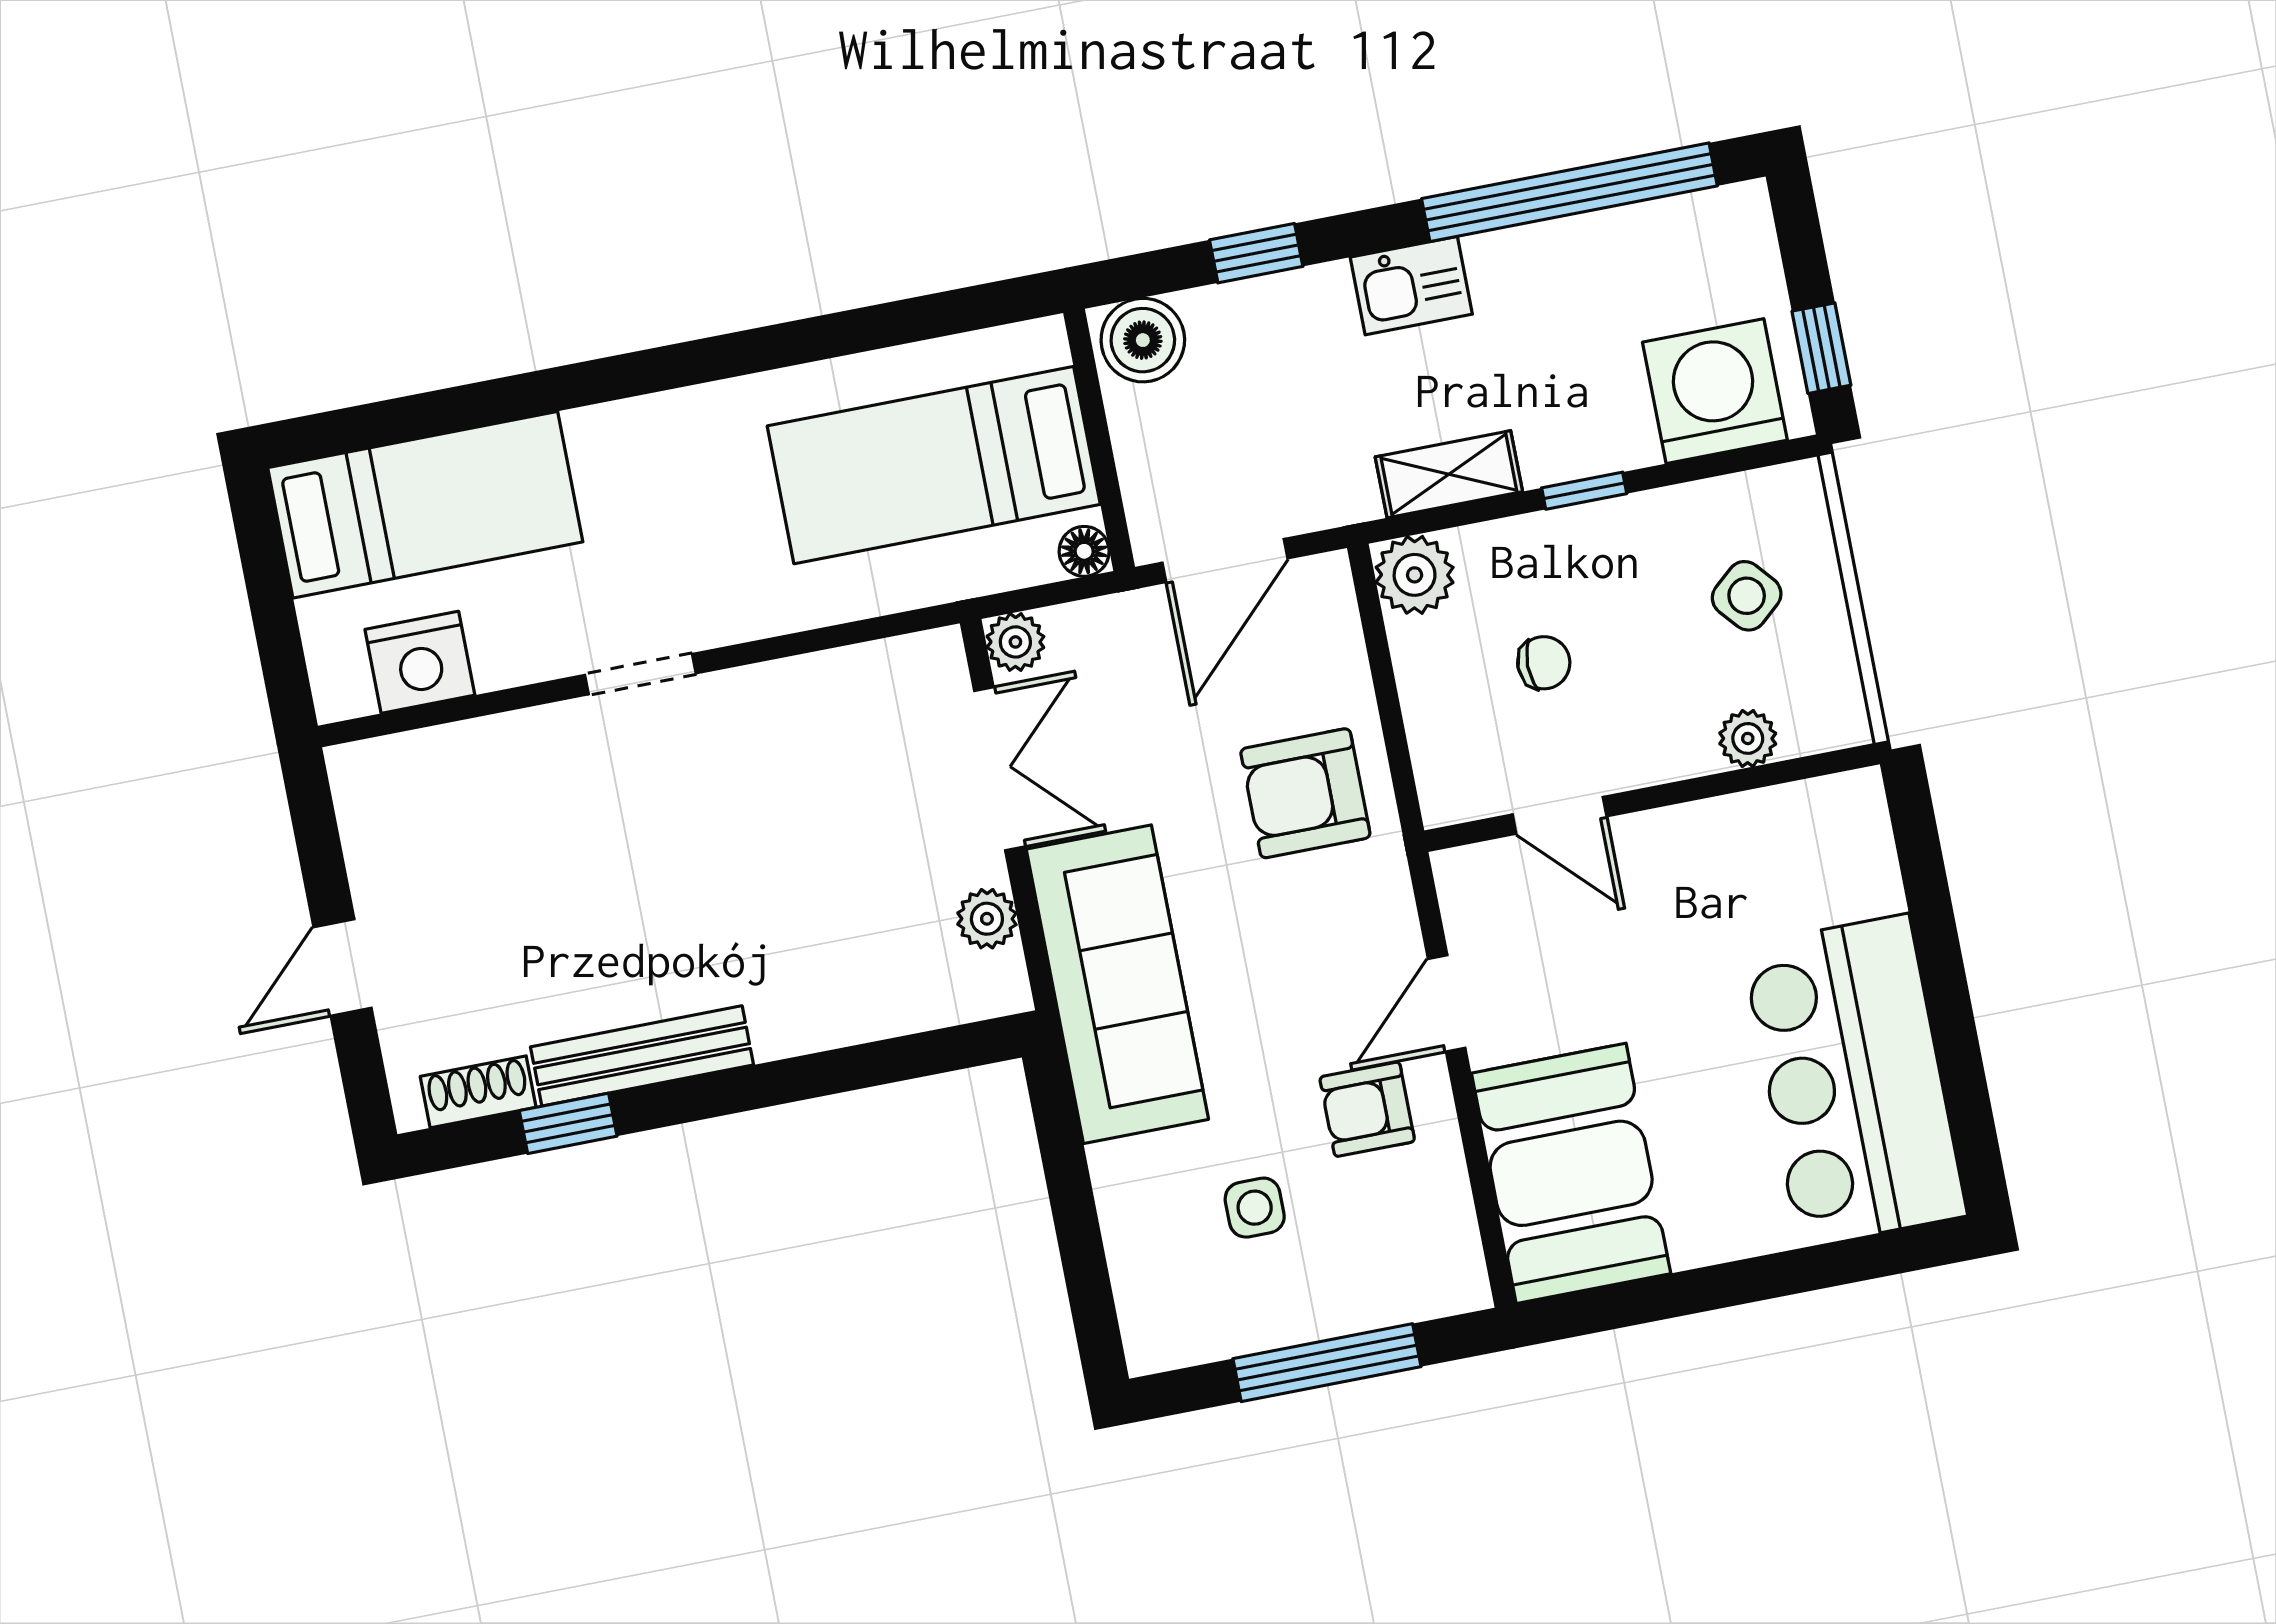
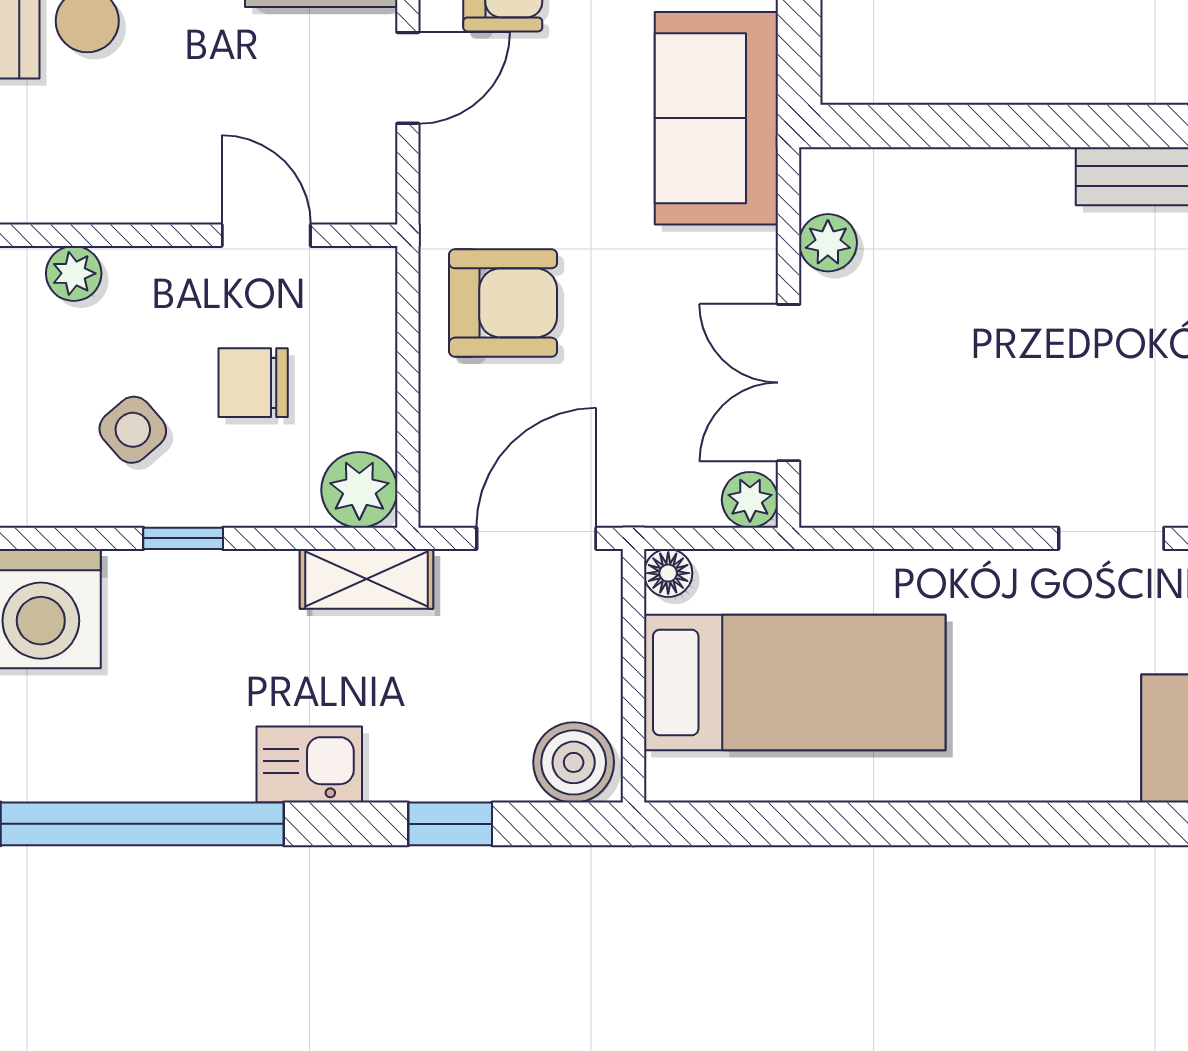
shelving: (1449, 474) -> (367, 579), moved
side table: (1747, 596) -> (133, 430), moved
chair: (1544, 663) -> (253, 383), width x1.37, depth x1.37
sofa: (1117, 984) -> (716, 118), width x0.73

